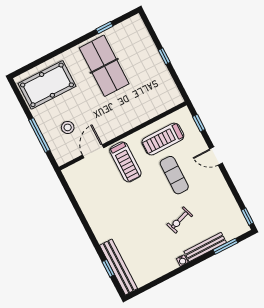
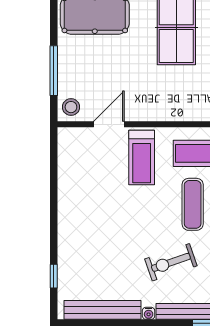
stool: (68, 127) -> (71, 107), moved
exercise bike: (180, 220) -> (171, 262), width x1.38, depth x1.39
bench: (119, 267) -> (103, 310), moved, turned 90

